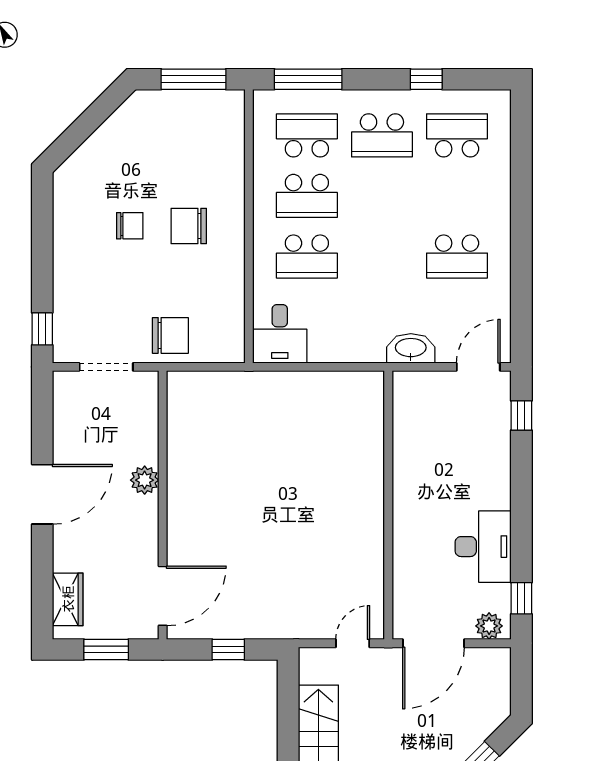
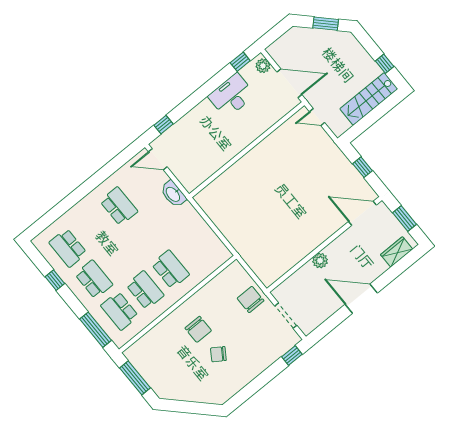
chair: (130, 226) -> (218, 354), turned -57
desk: (280, 334) -> (212, 254), removed

